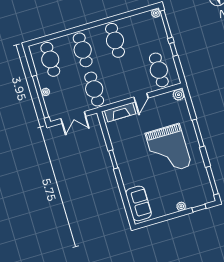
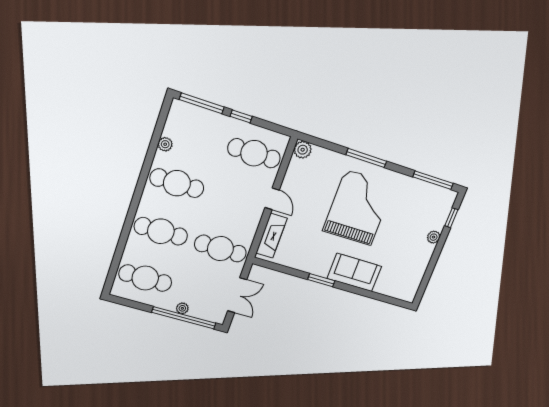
plant: (156, 13) -> (165, 144), moved
grand piano: (168, 150) -> (358, 208), turned -90
sofa: (139, 203) -> (354, 272), moved

